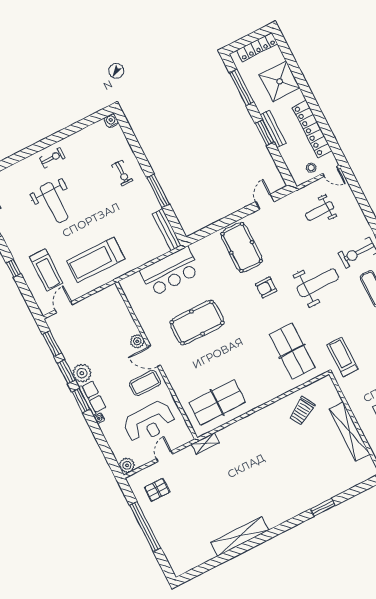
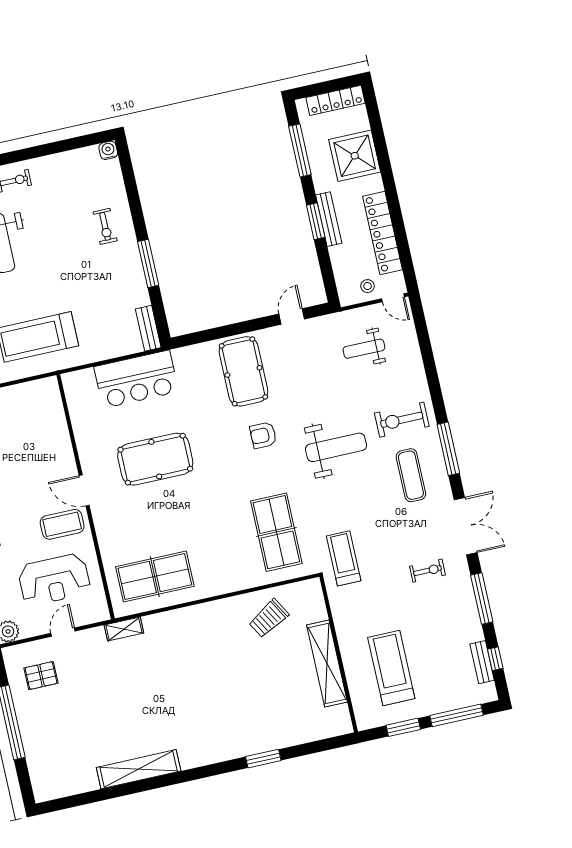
bench: (167, 230) -> (148, 328), width x0.73
plant: (137, 341) -> (66, 464), removed

